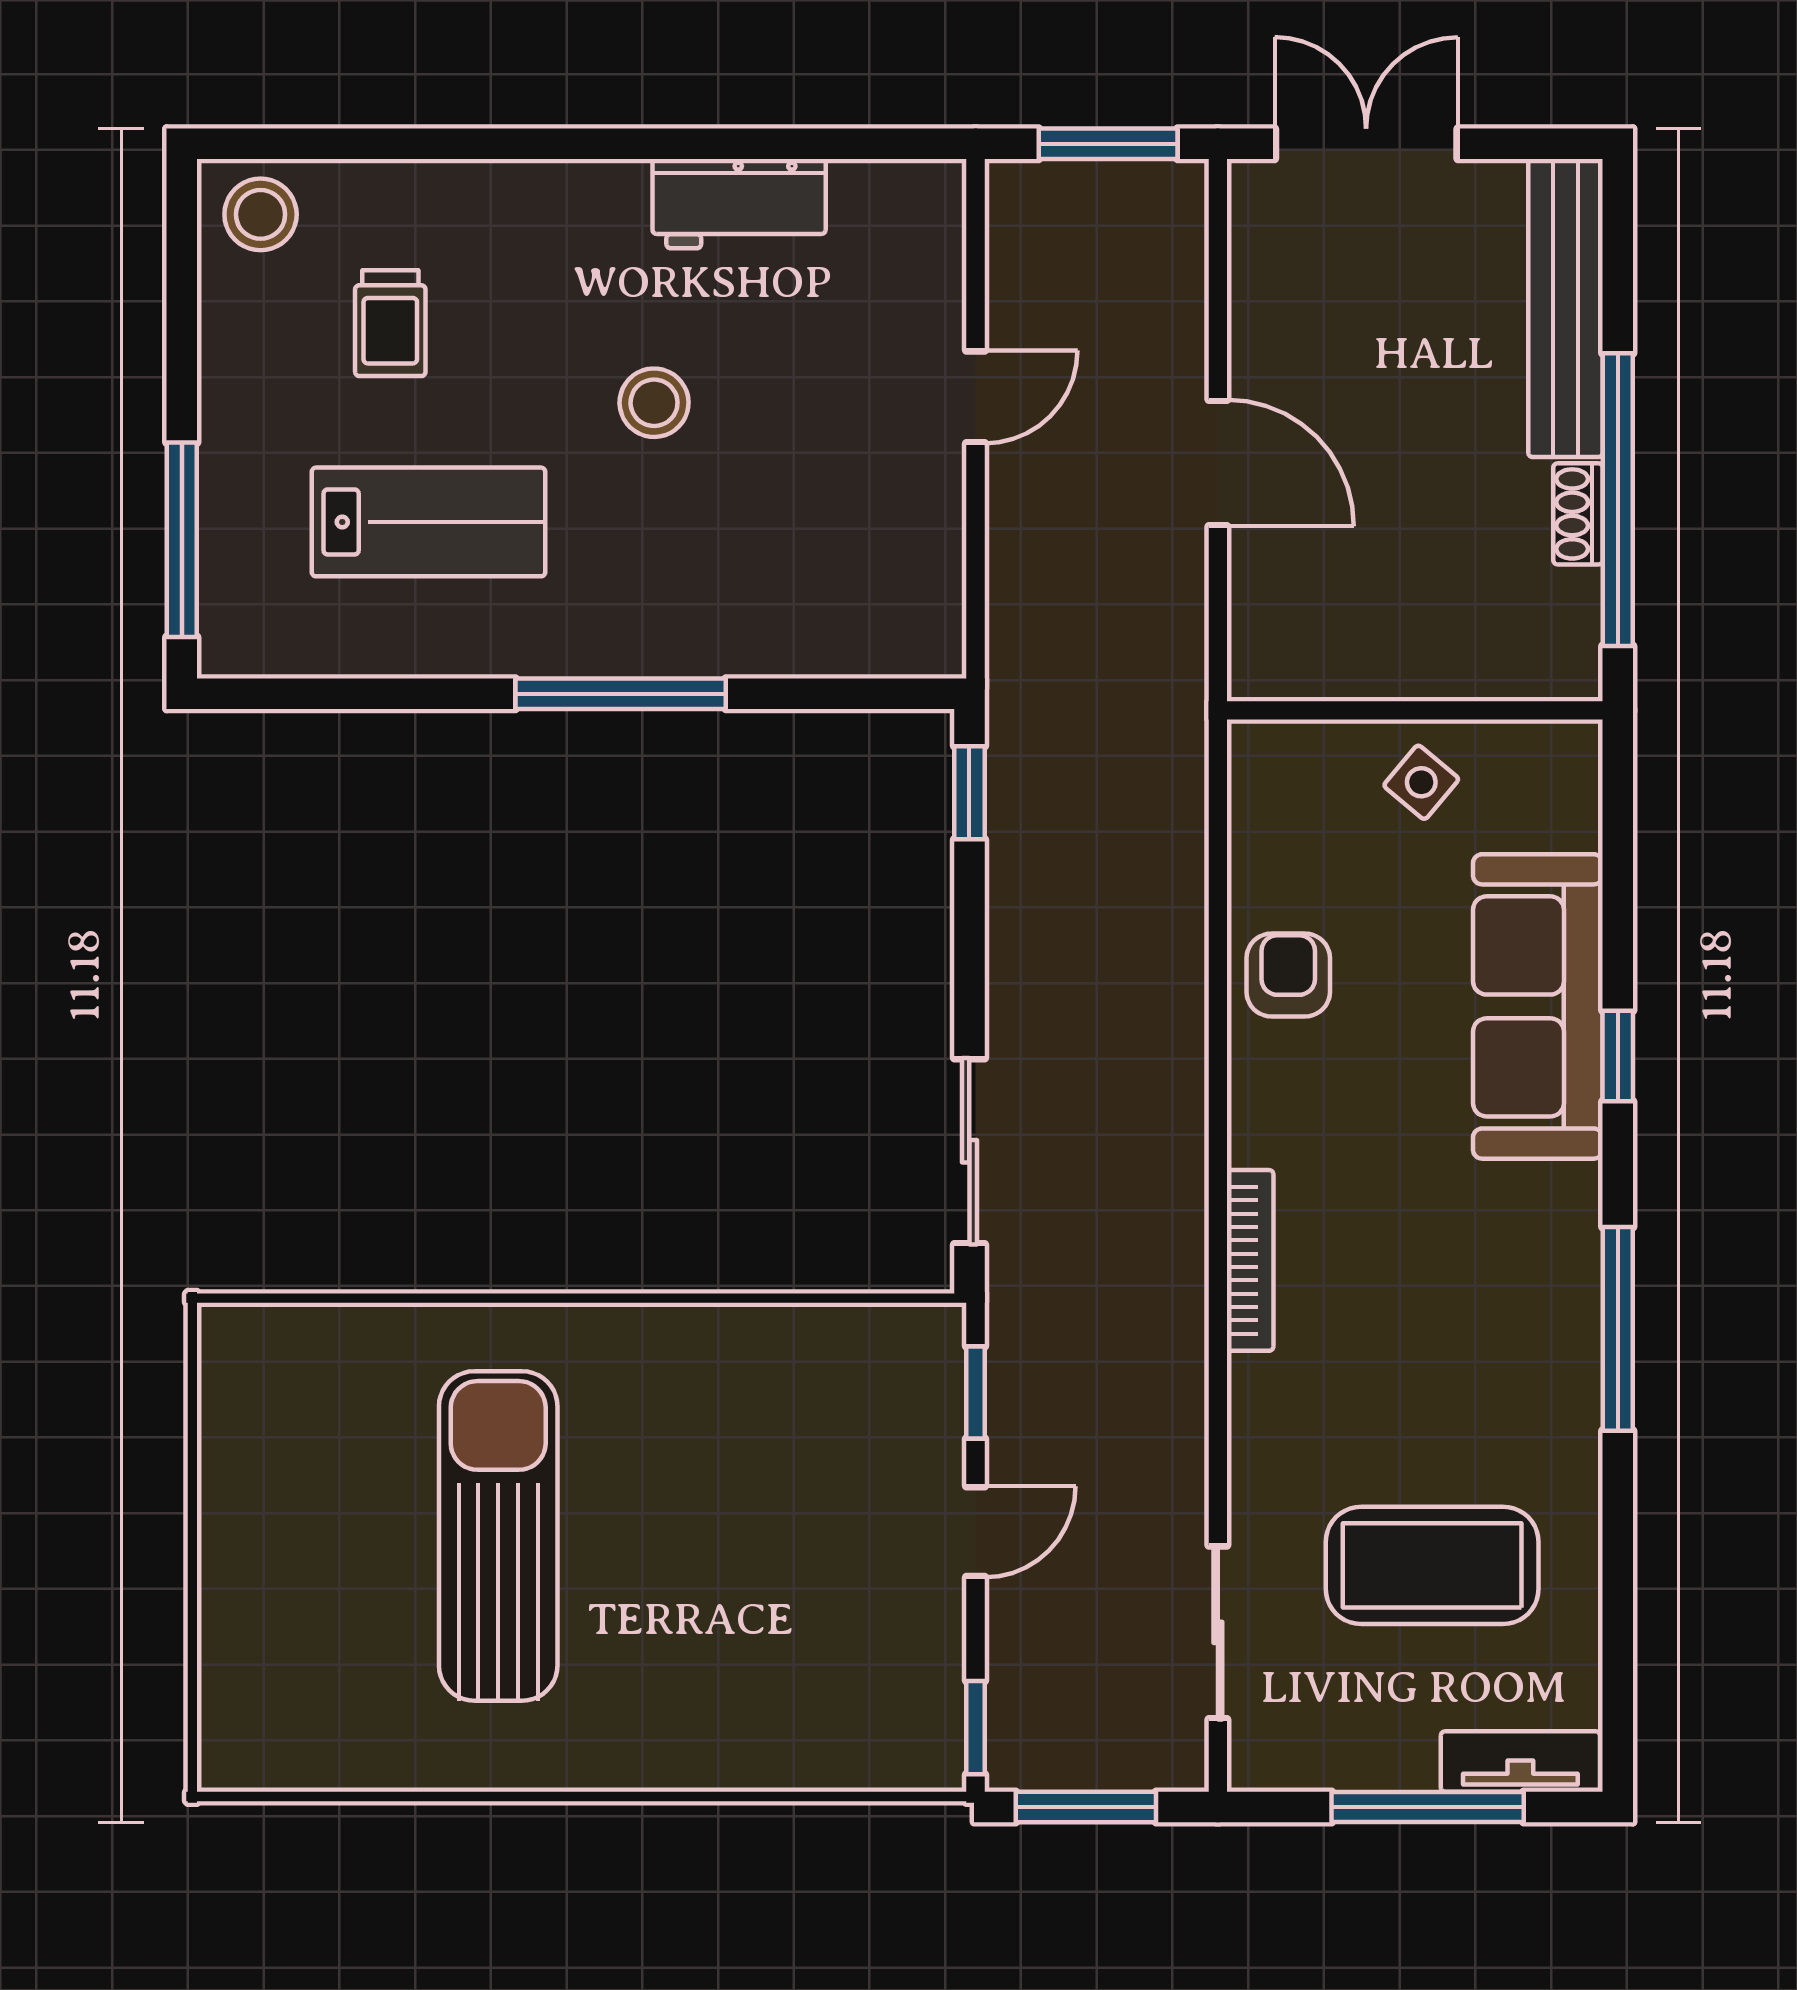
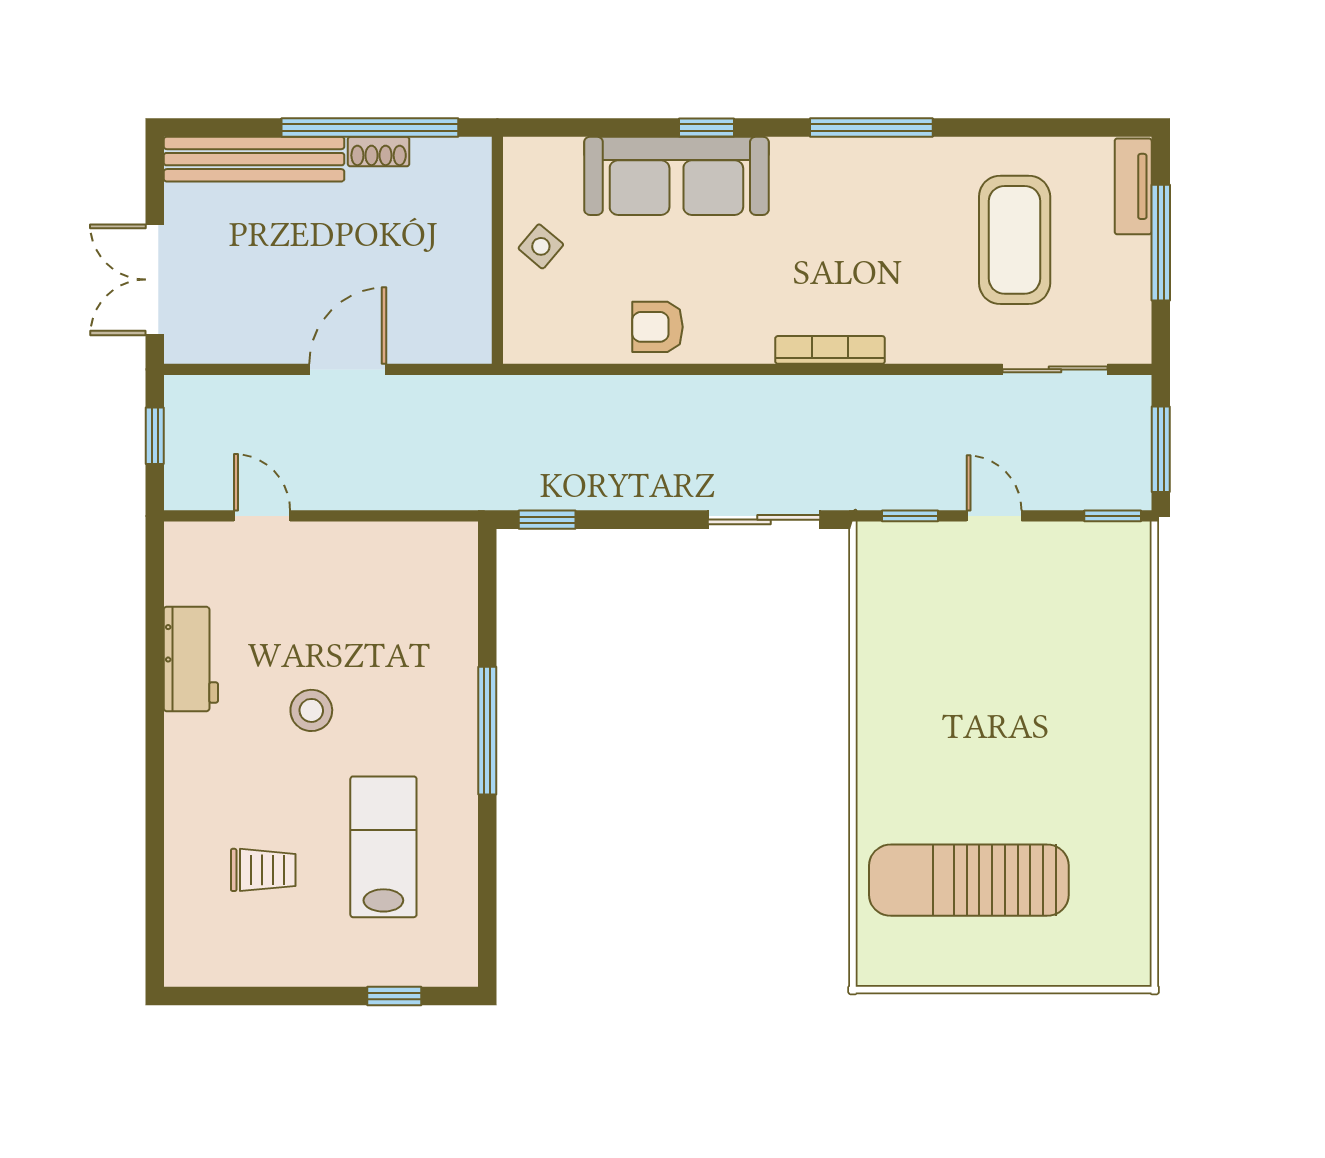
window: (1108, 144) -> (155, 436), width x0.67
stool: (261, 214) -> (197, 948), removed
door: (976, 397) -> (262, 516), moved
window: (182, 540) -> (394, 996), width x0.46
sun lounger: (498, 1536) -> (969, 880), moved

